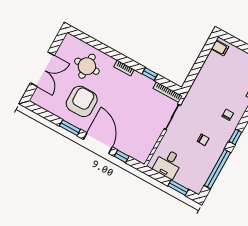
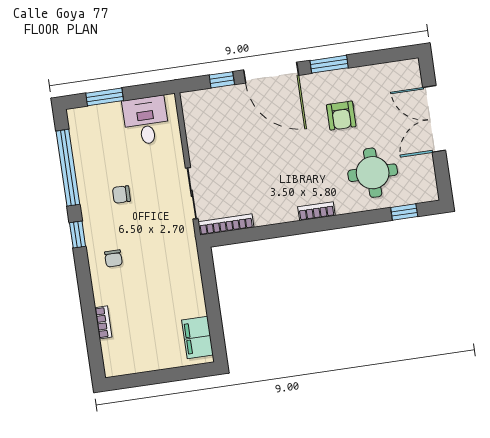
filing cabinet: (220, 48) -> (197, 338), width x2.00
window: (150, 74) -> (404, 212), moved
armchair: (82, 101) -> (341, 116), width x0.53, depth x0.53

